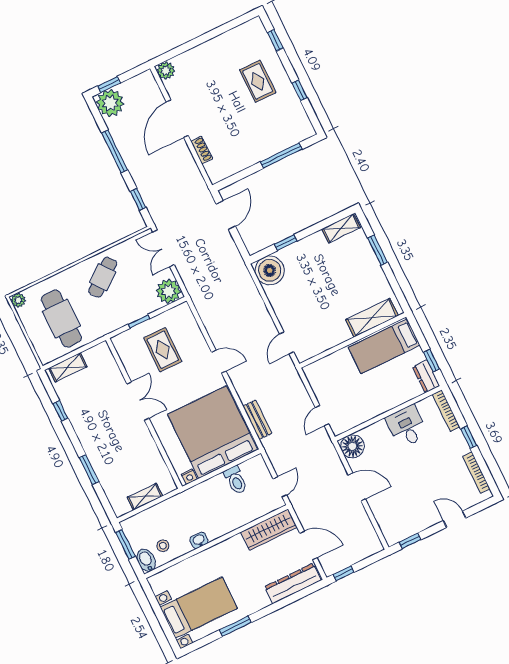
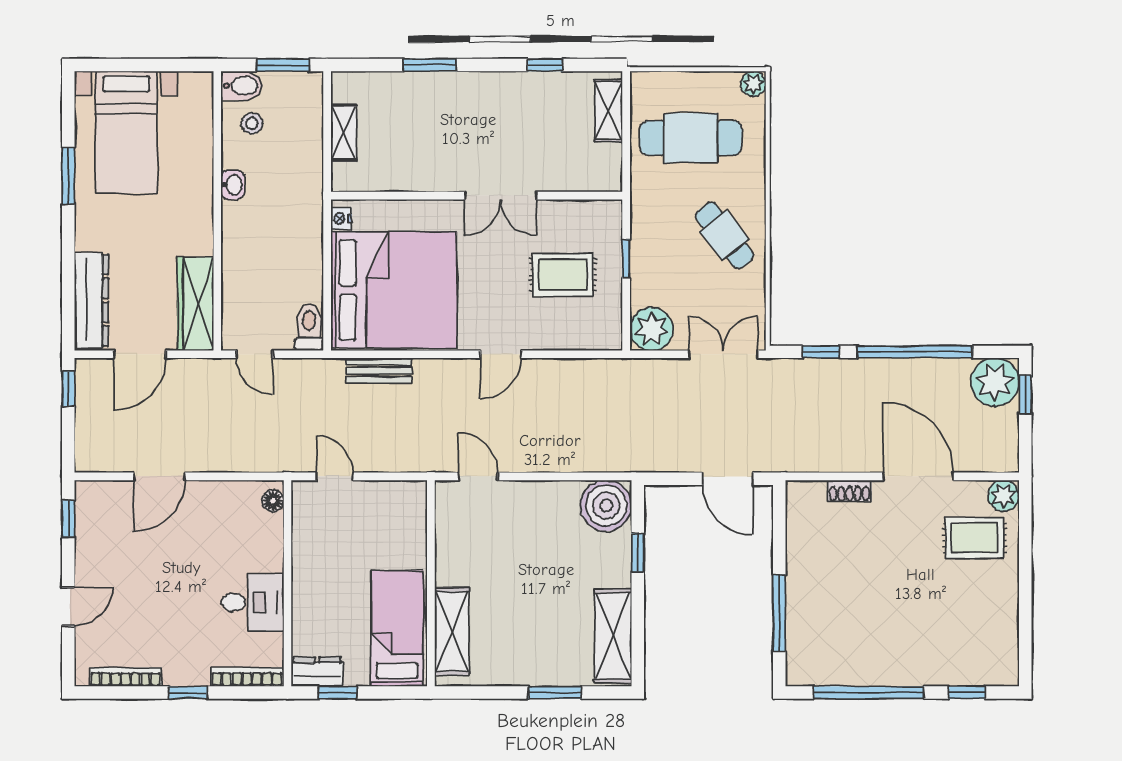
rug: (258, 81) -> (975, 538), moved
window: (300, 90) -> (869, 692), width x3.17
window: (115, 151) -> (915, 352), width x1.46
shelving: (341, 228) -> (613, 636), width x1.50, depth x1.33
floor lamp: (352, 446) -> (273, 501), width x0.53, depth x0.53
toilet: (236, 480) -> (309, 327), moved, turned 90
door: (357, 487) -> (159, 476), moved

